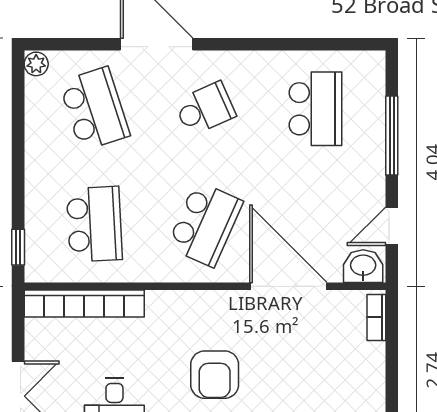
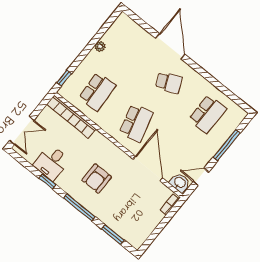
plant: (36, 64) -> (100, 47), moved
school desk: (94, 109) -> (130, 51), removed
school desk: (205, 224) -> (136, 123), turned -39

